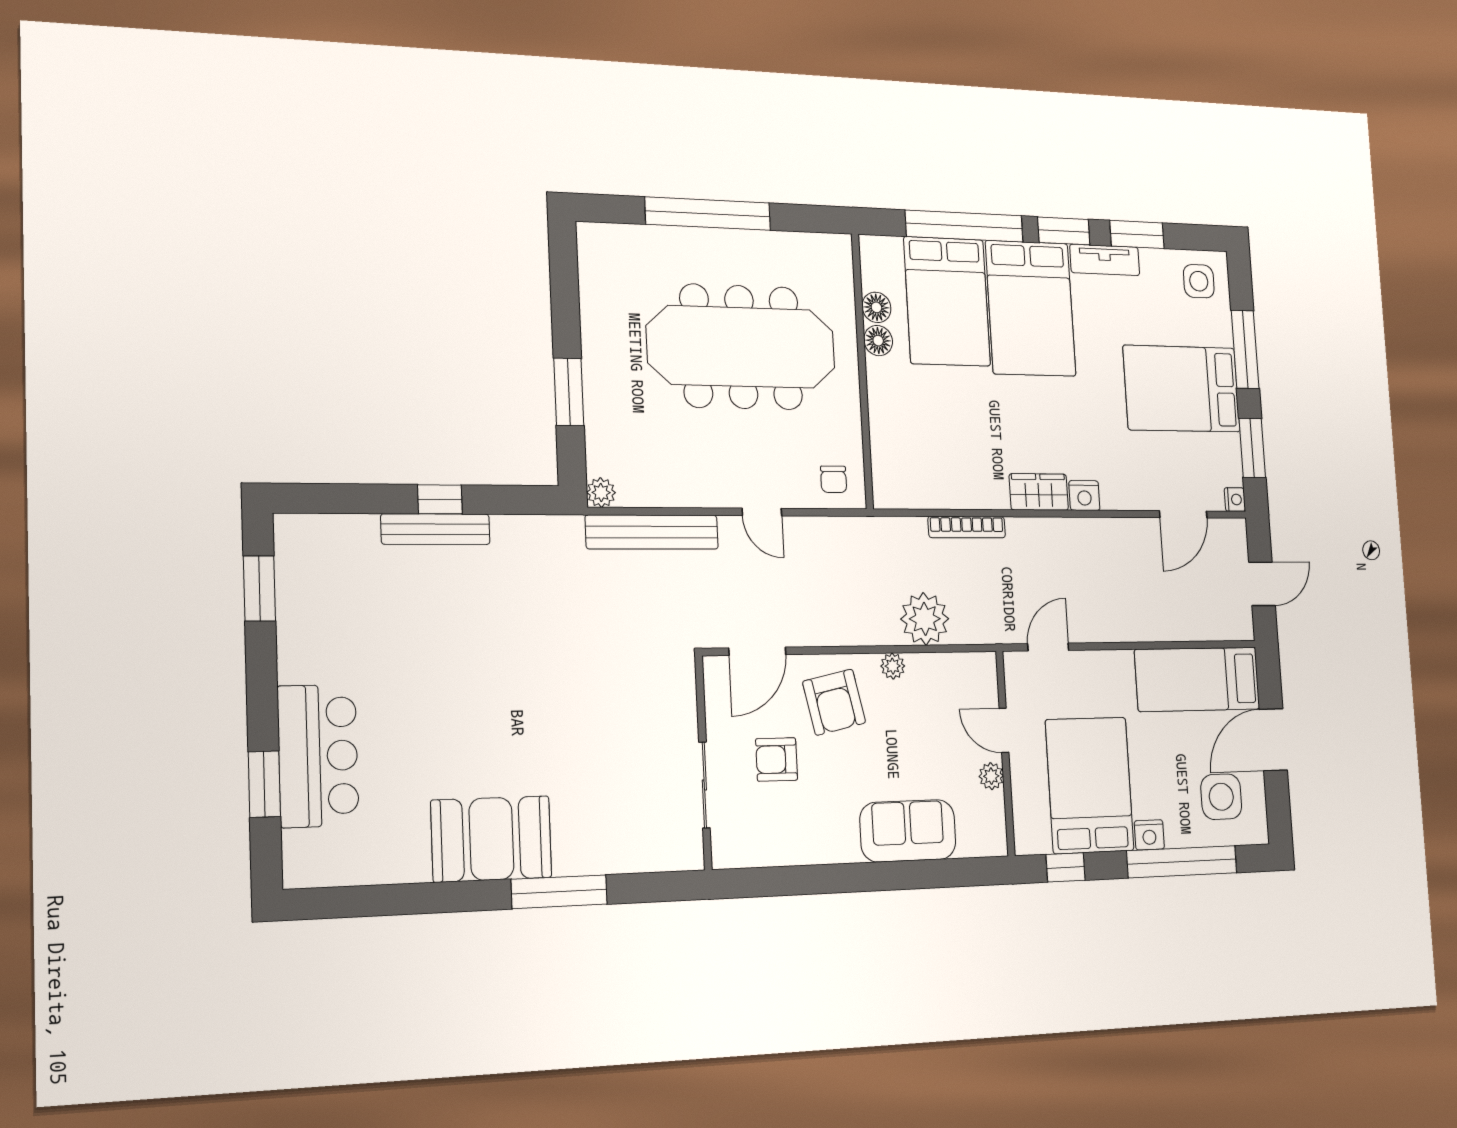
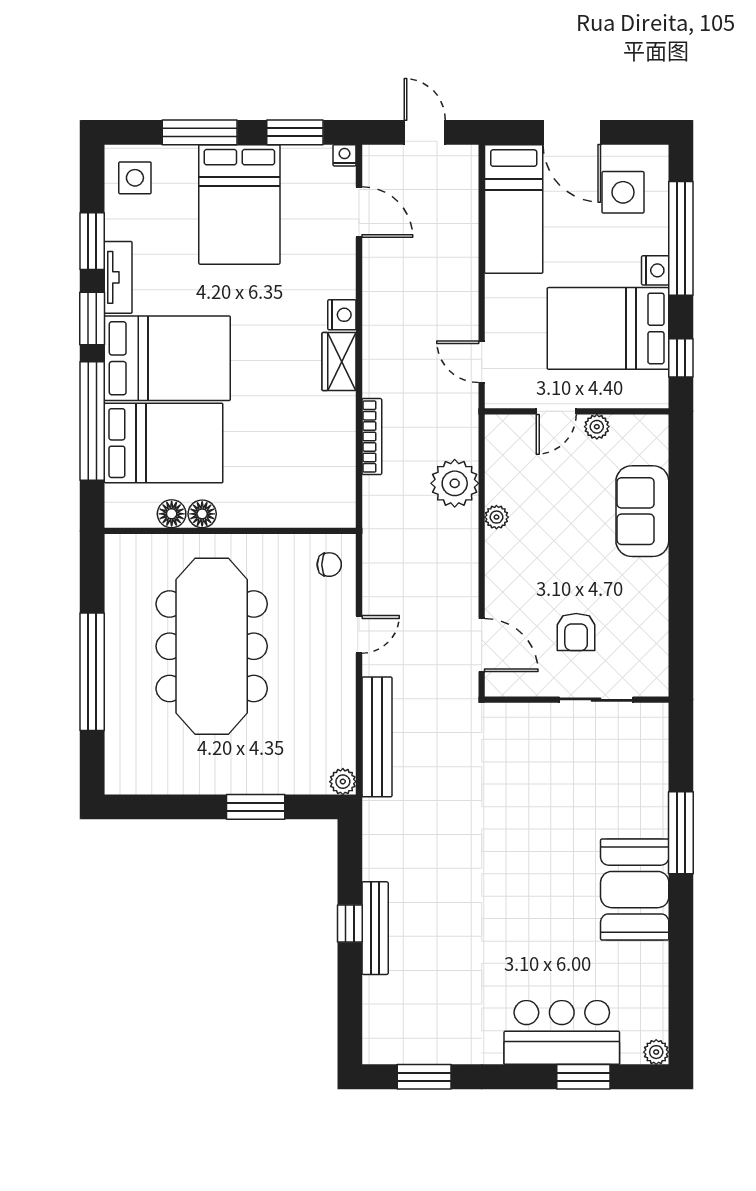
armchair: (834, 702) -> (527, 575), removed
plant: (297, 873) -> (656, 1052), added

